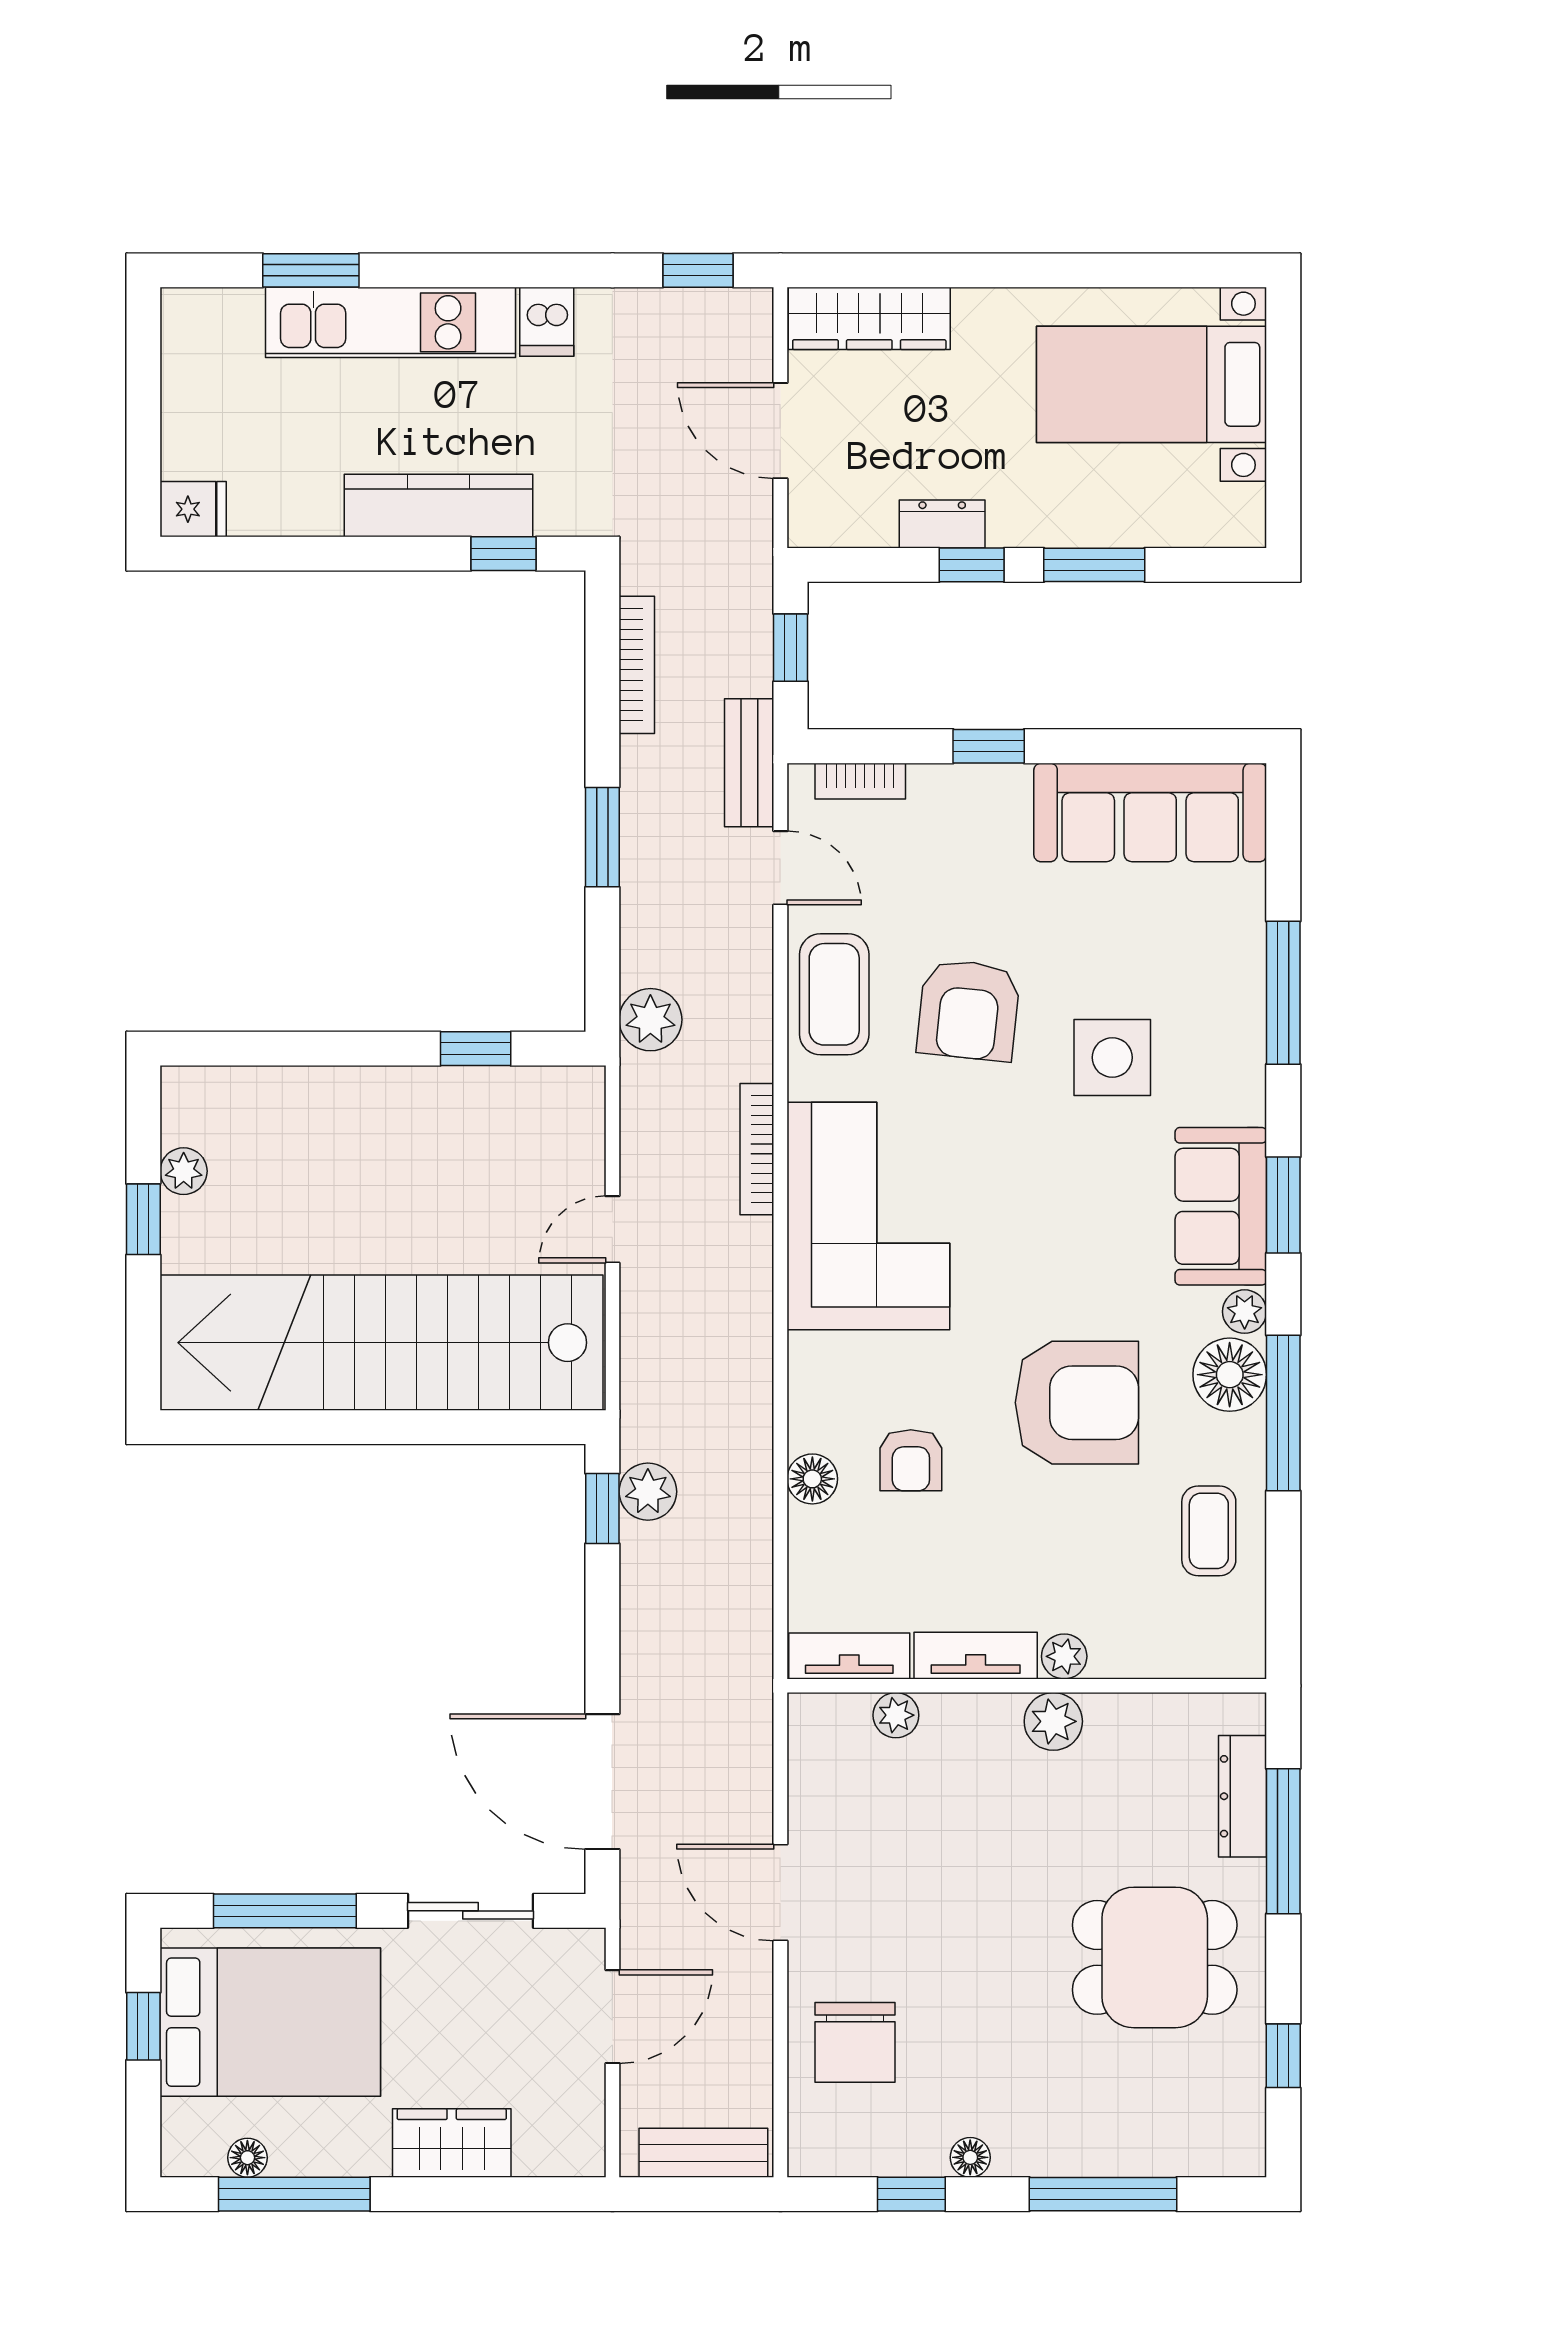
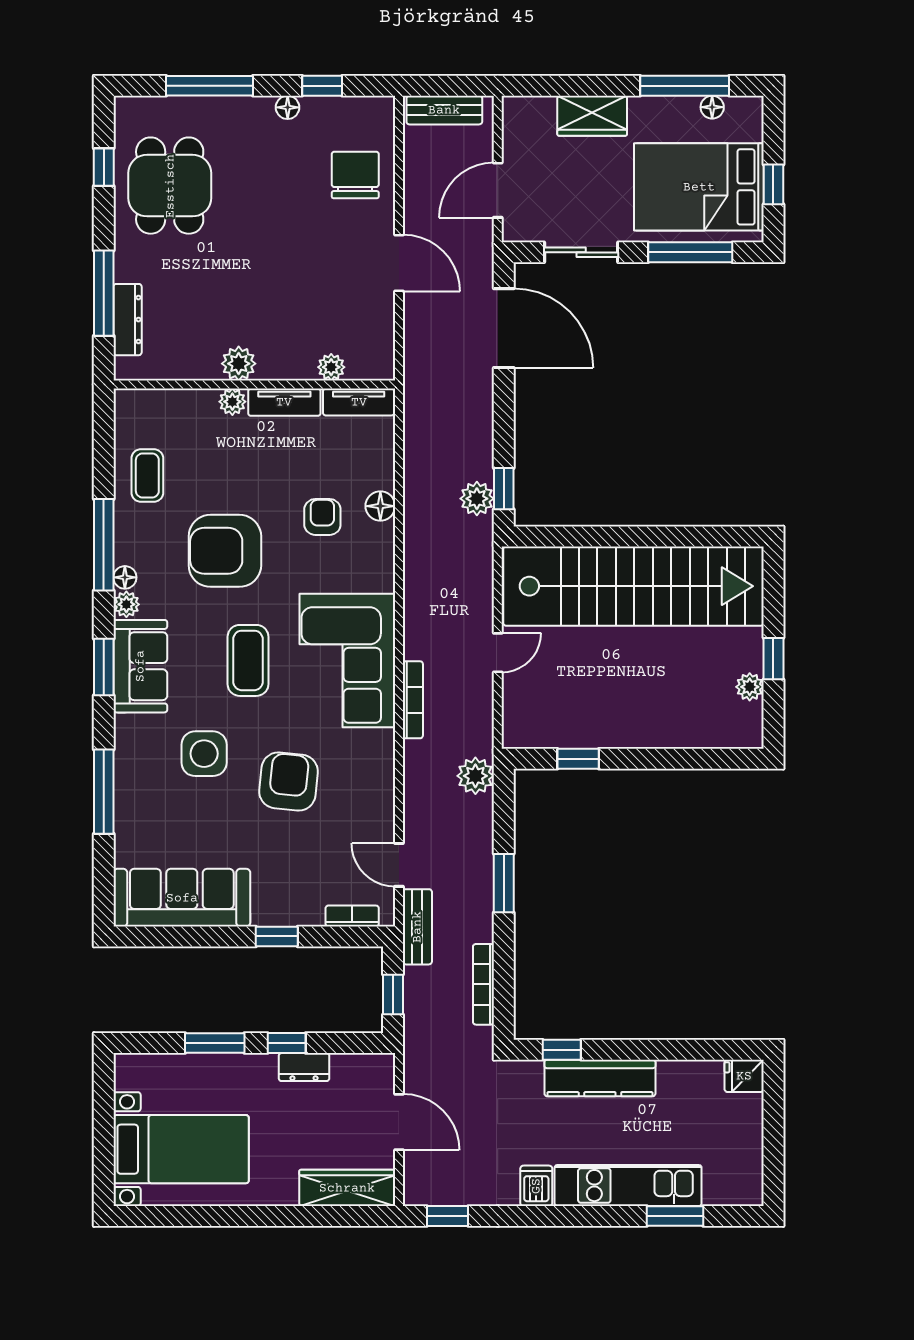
coffee table: (834, 994) -> (248, 660), moved
floor lamp: (1230, 1375) -> (125, 577), width x0.53, depth x0.53
dining table: (1155, 1957) -> (170, 186), moved, turned 90

